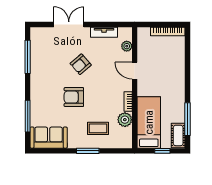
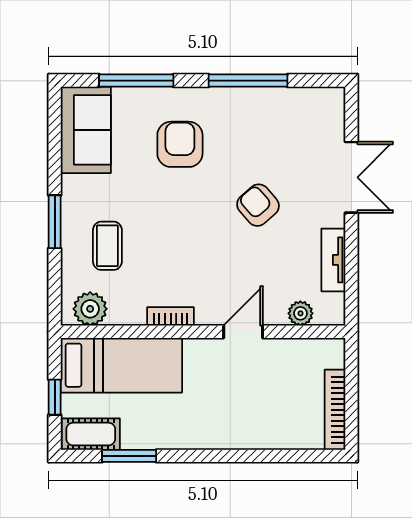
window: (28, 57) -> (248, 81), moved
armchair: (74, 97) -> (180, 144), moved
window: (187, 119) -> (129, 456), width x0.69
plant: (125, 120) -> (90, 309), moved

